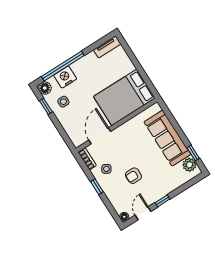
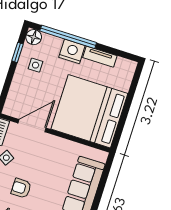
tv unit: (107, 47) -> (100, 57), moved
nightstand: (65, 77) -> (72, 51), moved
bed: (124, 97) -> (89, 111), width x1.36

